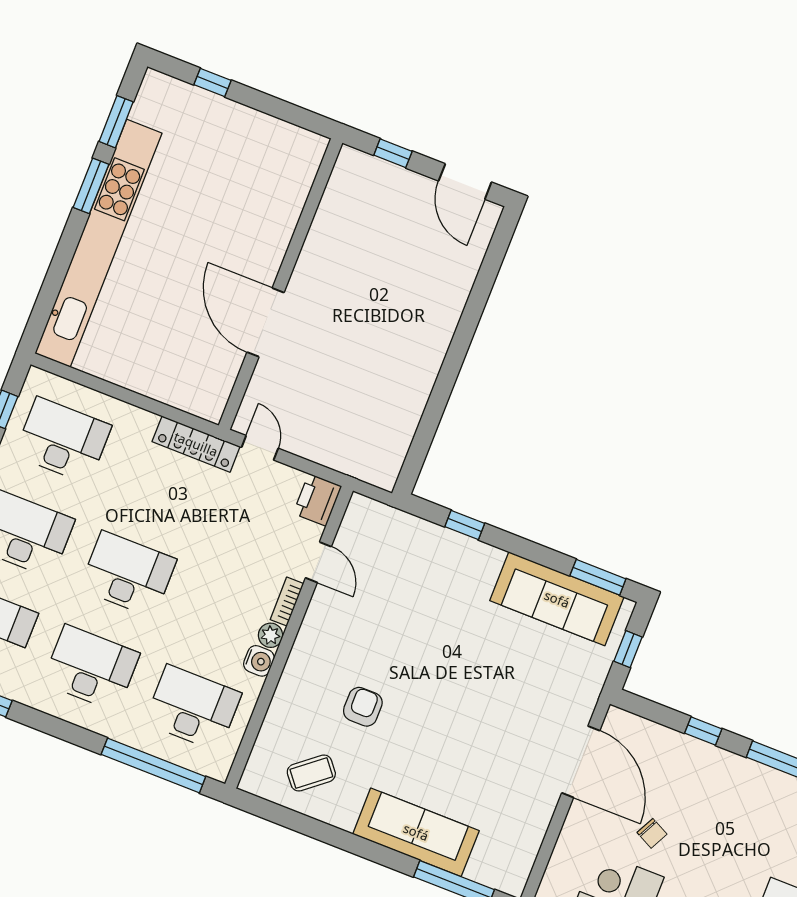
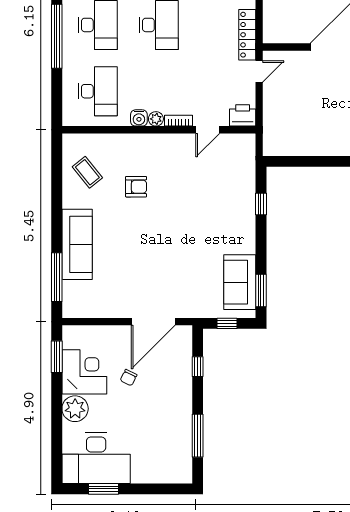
sofa: (557, 599) -> (240, 282), width x0.73
window: (703, 731) -> (198, 367), moved
window: (153, 765) -> (57, 36), moved

